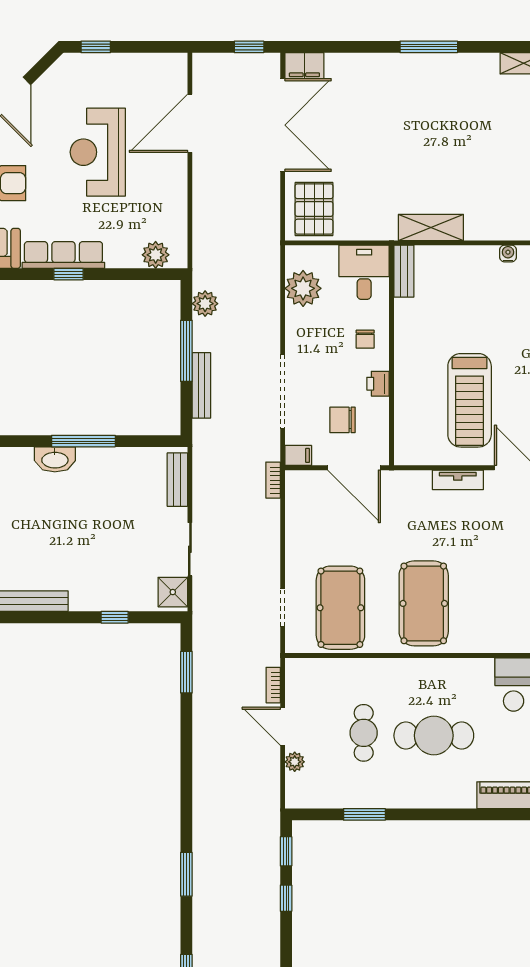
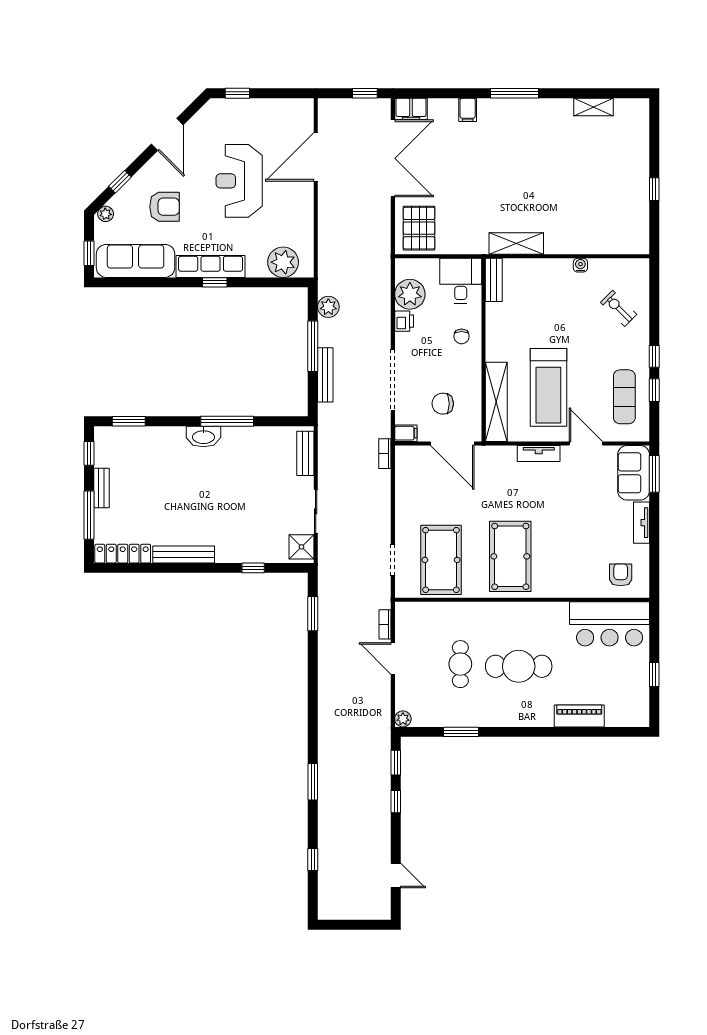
filing cabinet: (372, 67) -> (468, 110), added
plant: (156, 255) -> (283, 262), width x1.36, depth x1.36
printer: (378, 384) -> (404, 321), moved, turned 180
shelving: (407, 418) -> (496, 402), added
plant: (295, 762) -> (403, 719), moved

